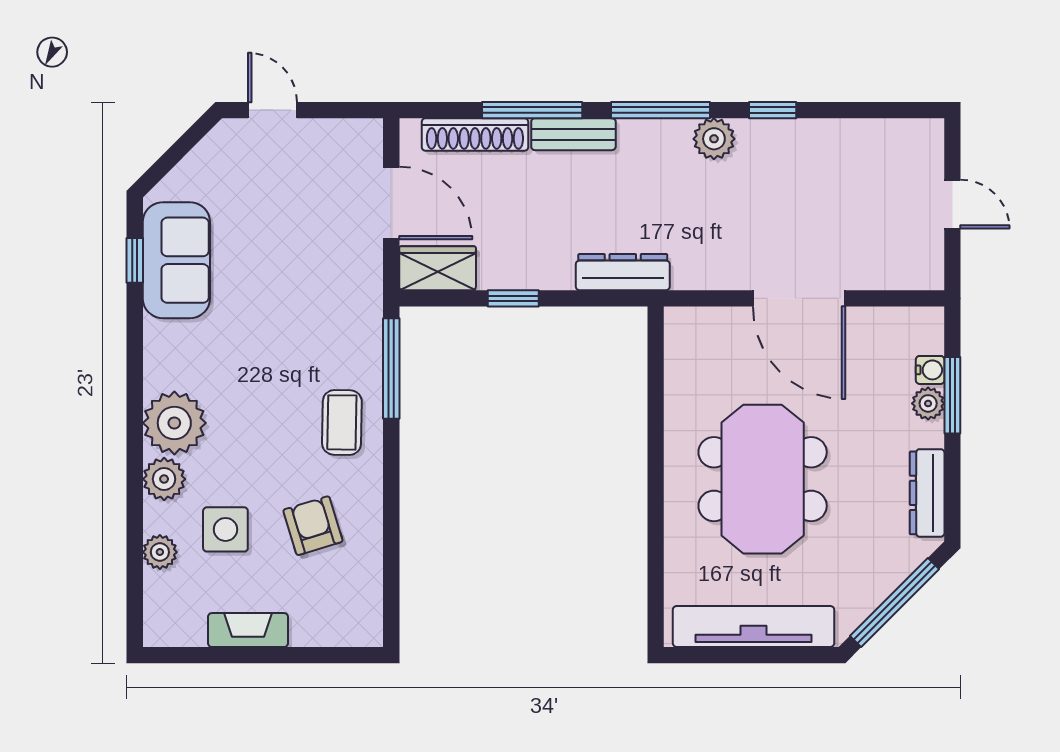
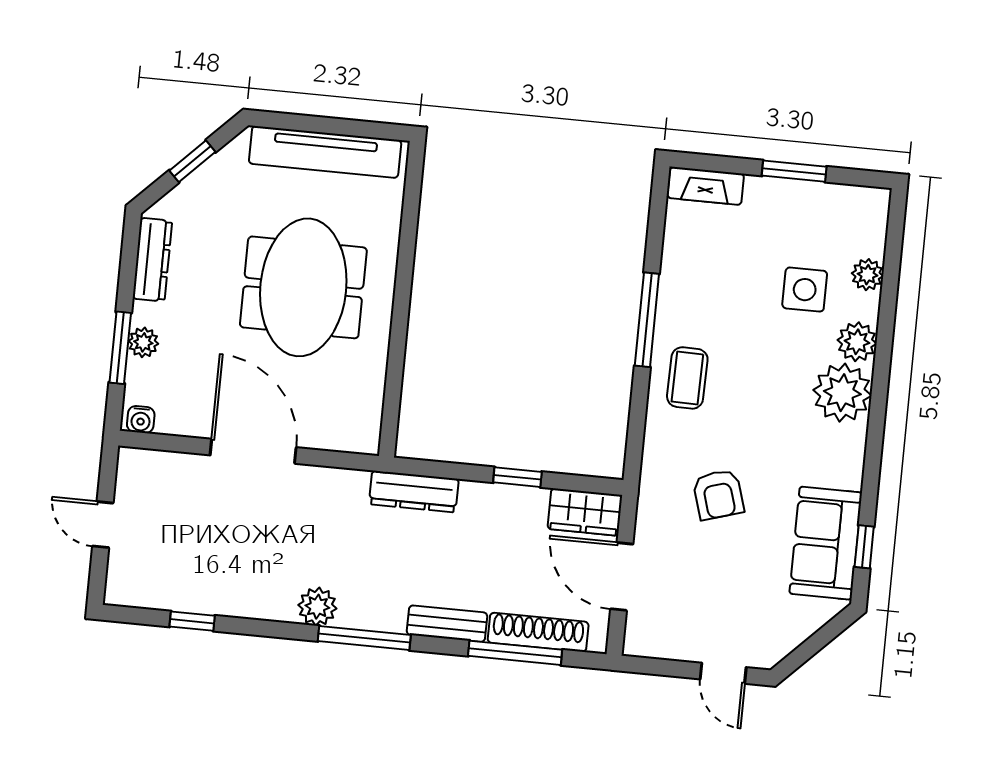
window: (532, 110) -> (515, 653), moved
window: (773, 110) -> (192, 621), moved
window: (391, 368) -> (647, 320), moved
water cooler: (930, 370) -> (141, 419), moved, turned -90
armchair: (313, 526) -> (718, 494), moved
window: (895, 603) -> (192, 161), width x0.46
fireplace: (248, 630) -> (706, 186), moved
window: (249, 655) -> (794, 171), added

